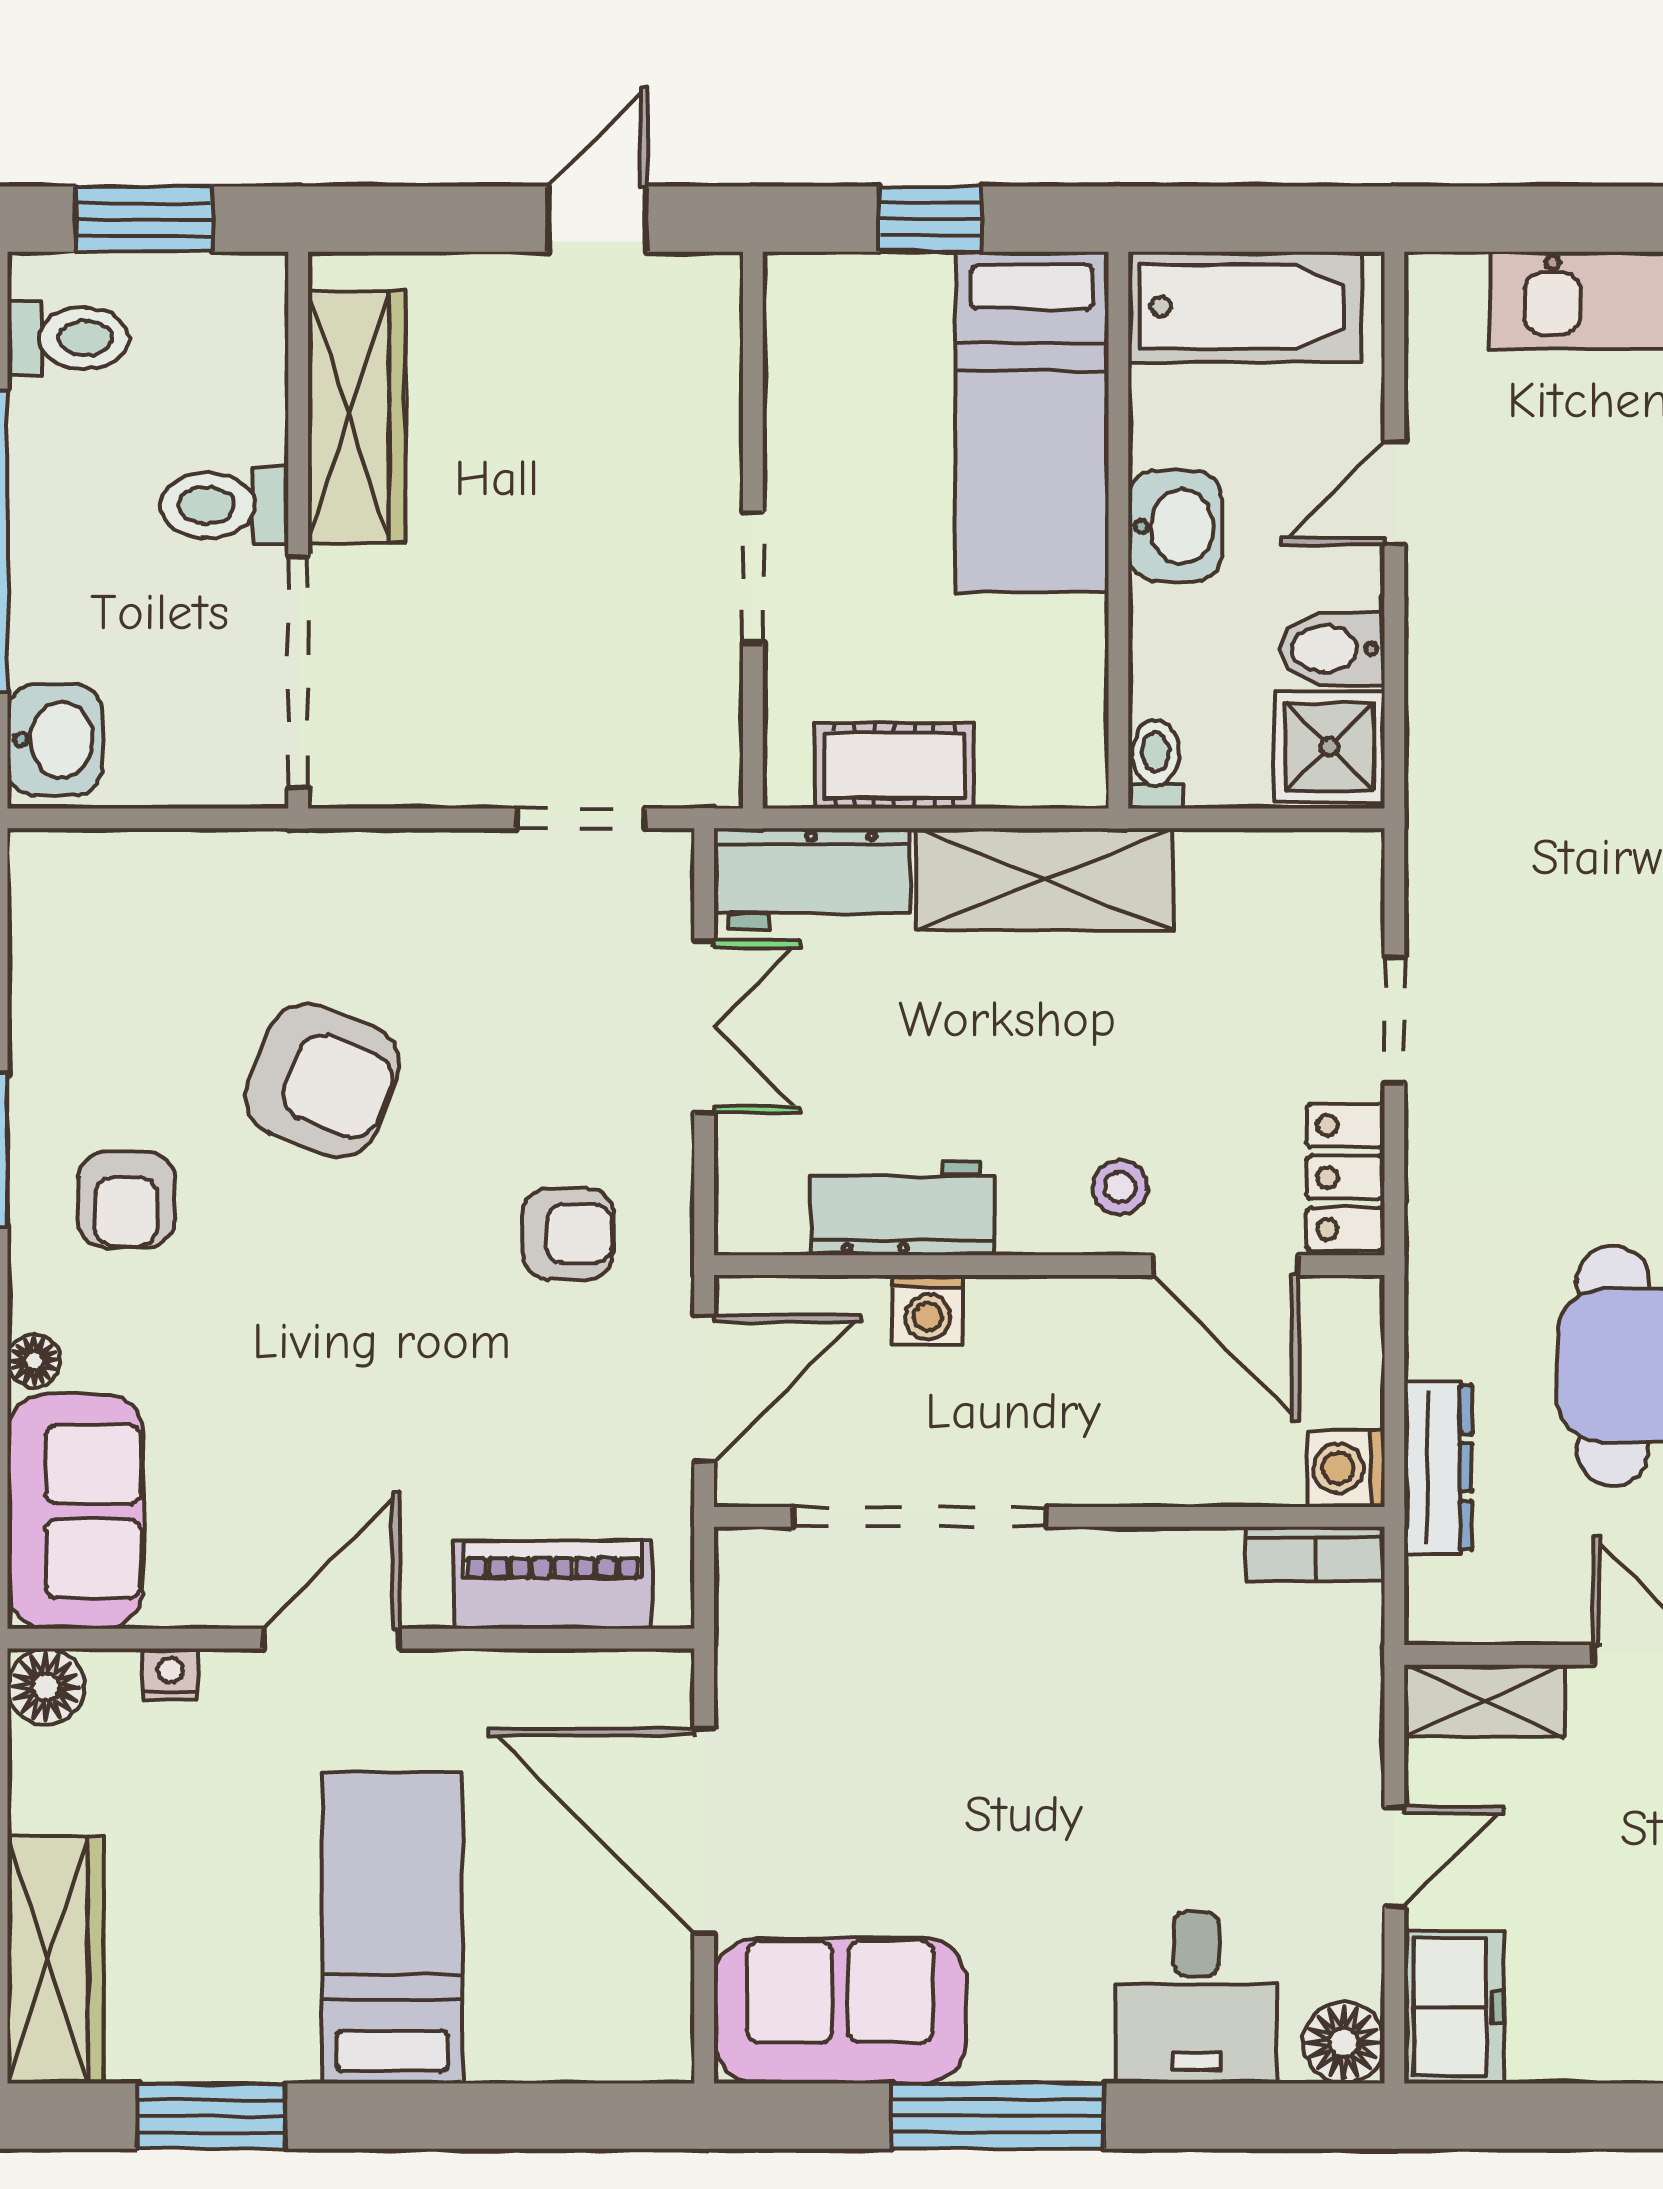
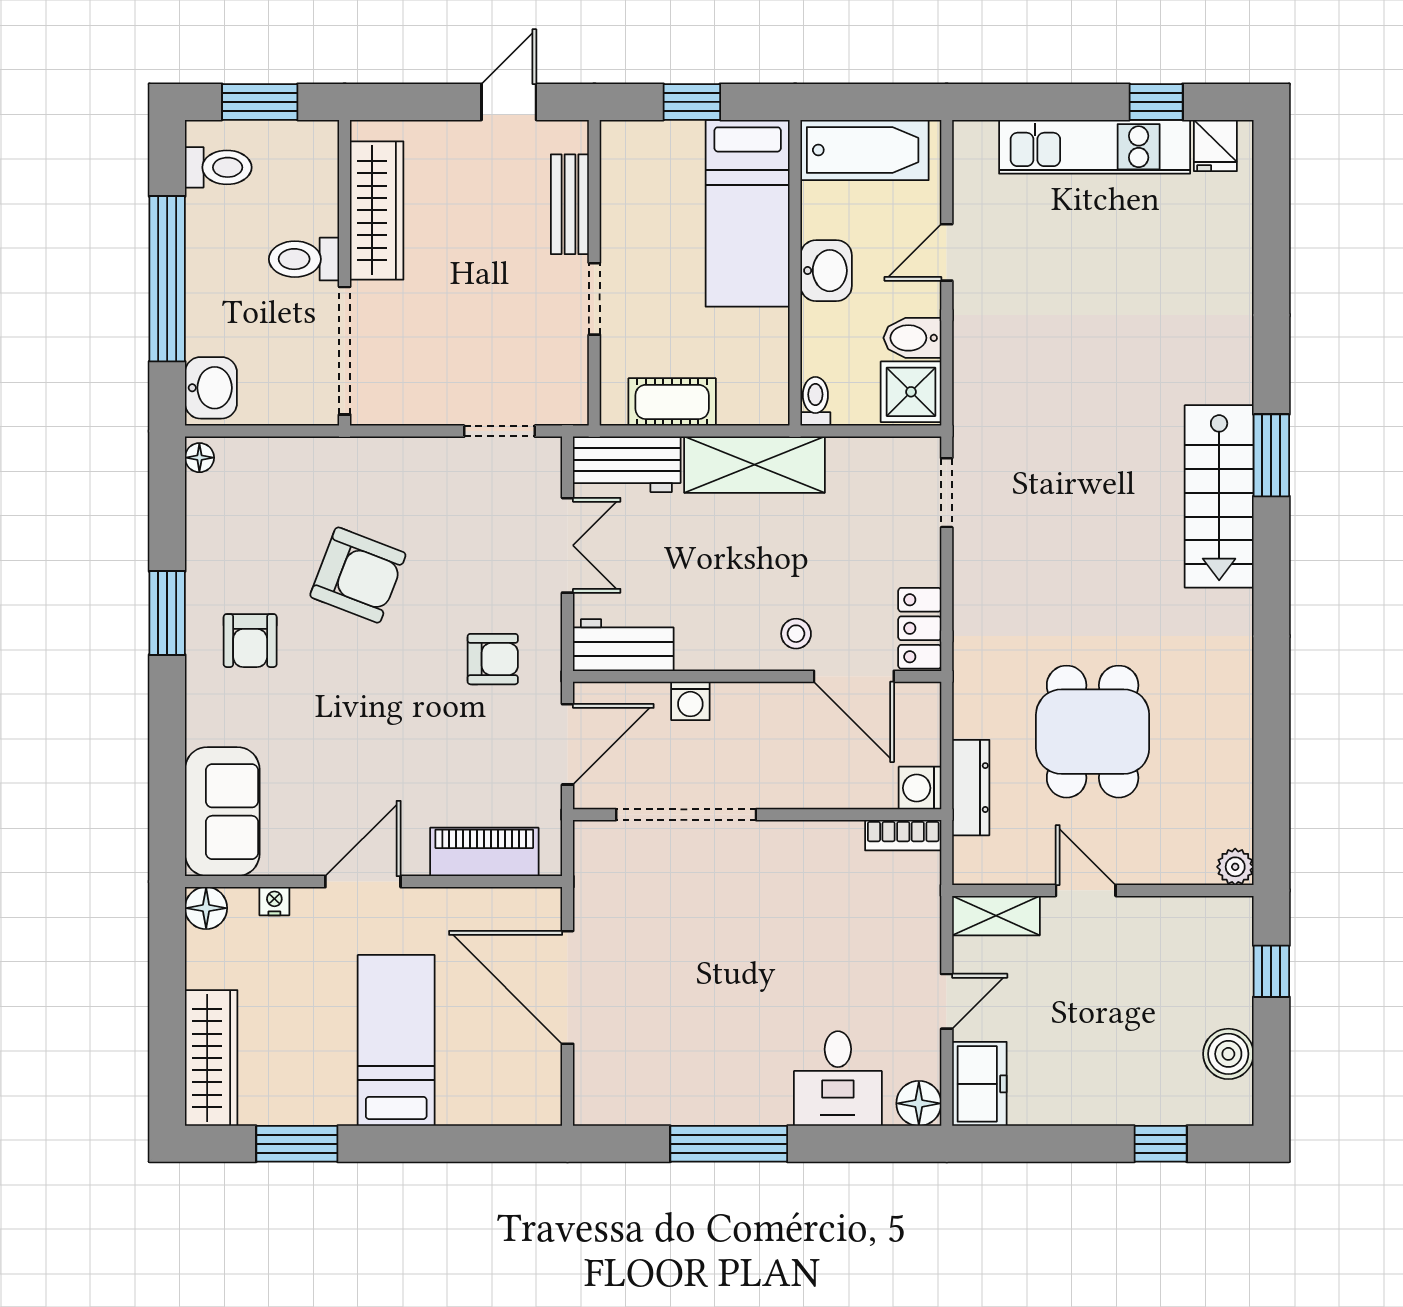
bench: (708, 405) -> (570, 204), added
doorway: (1394, 1020) -> (947, 493), moved
workbench: (903, 1208) -> (623, 645), moved
floor lamp: (34, 1361) -> (199, 458), moved
sofa: (840, 2011) -> (642, 1086), removed

